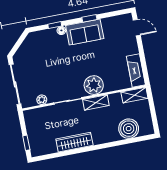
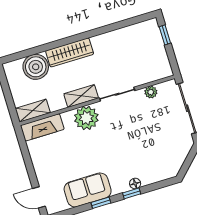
window: (55, 25) -> (132, 193), moved
sofa: (85, 32) -> (88, 190), moved
fireplace: (136, 70) -> (42, 127), moved, turned 90
wardrobe: (74, 142) -> (70, 52), moved

